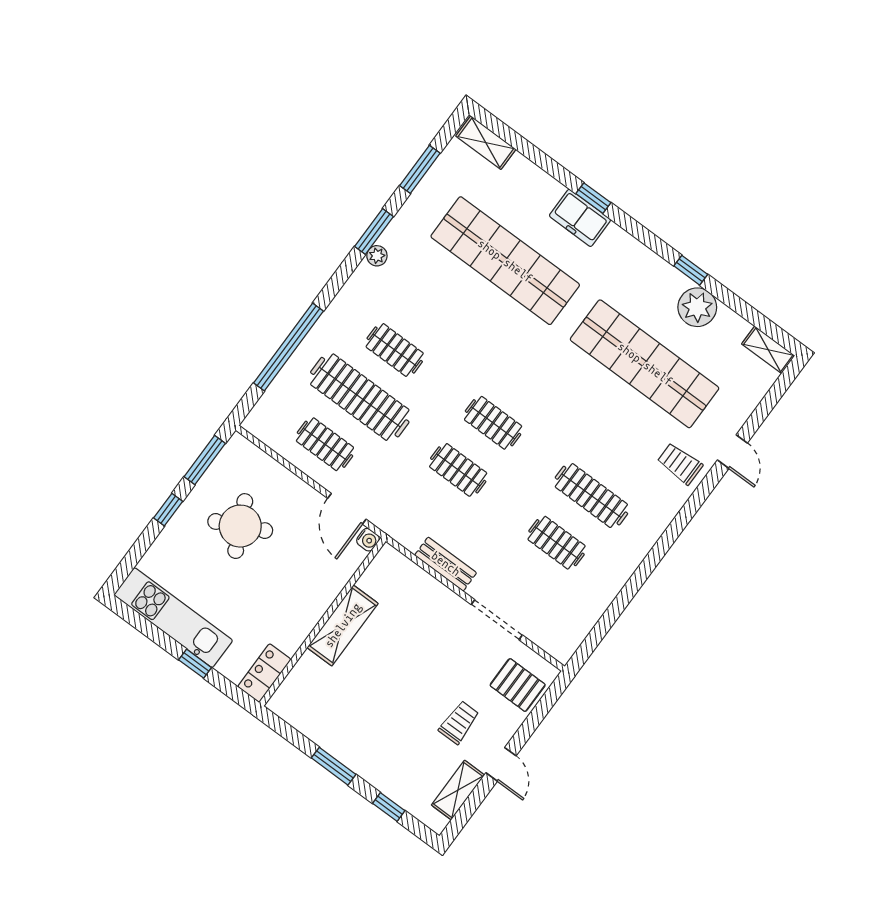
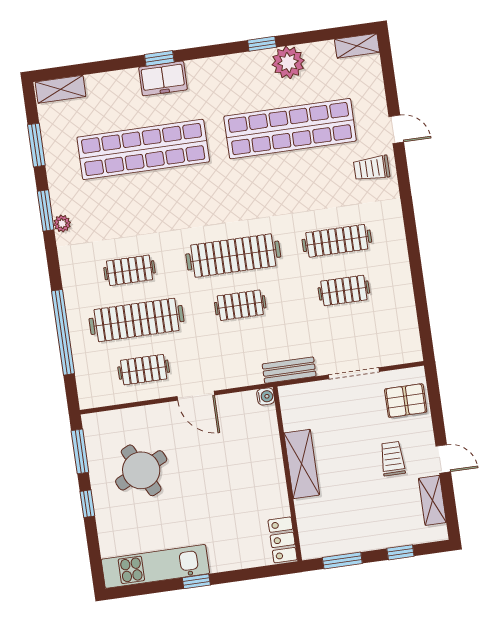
clothes rail: (493, 423) -> (233, 256), width x1.86, depth x1.31
water cooler: (368, 540) -> (266, 396), moved
wall: (323, 622) -> (287, 474), moved
shelving: (343, 625) -> (302, 464), moved
locker: (264, 673) -> (283, 540), moved

